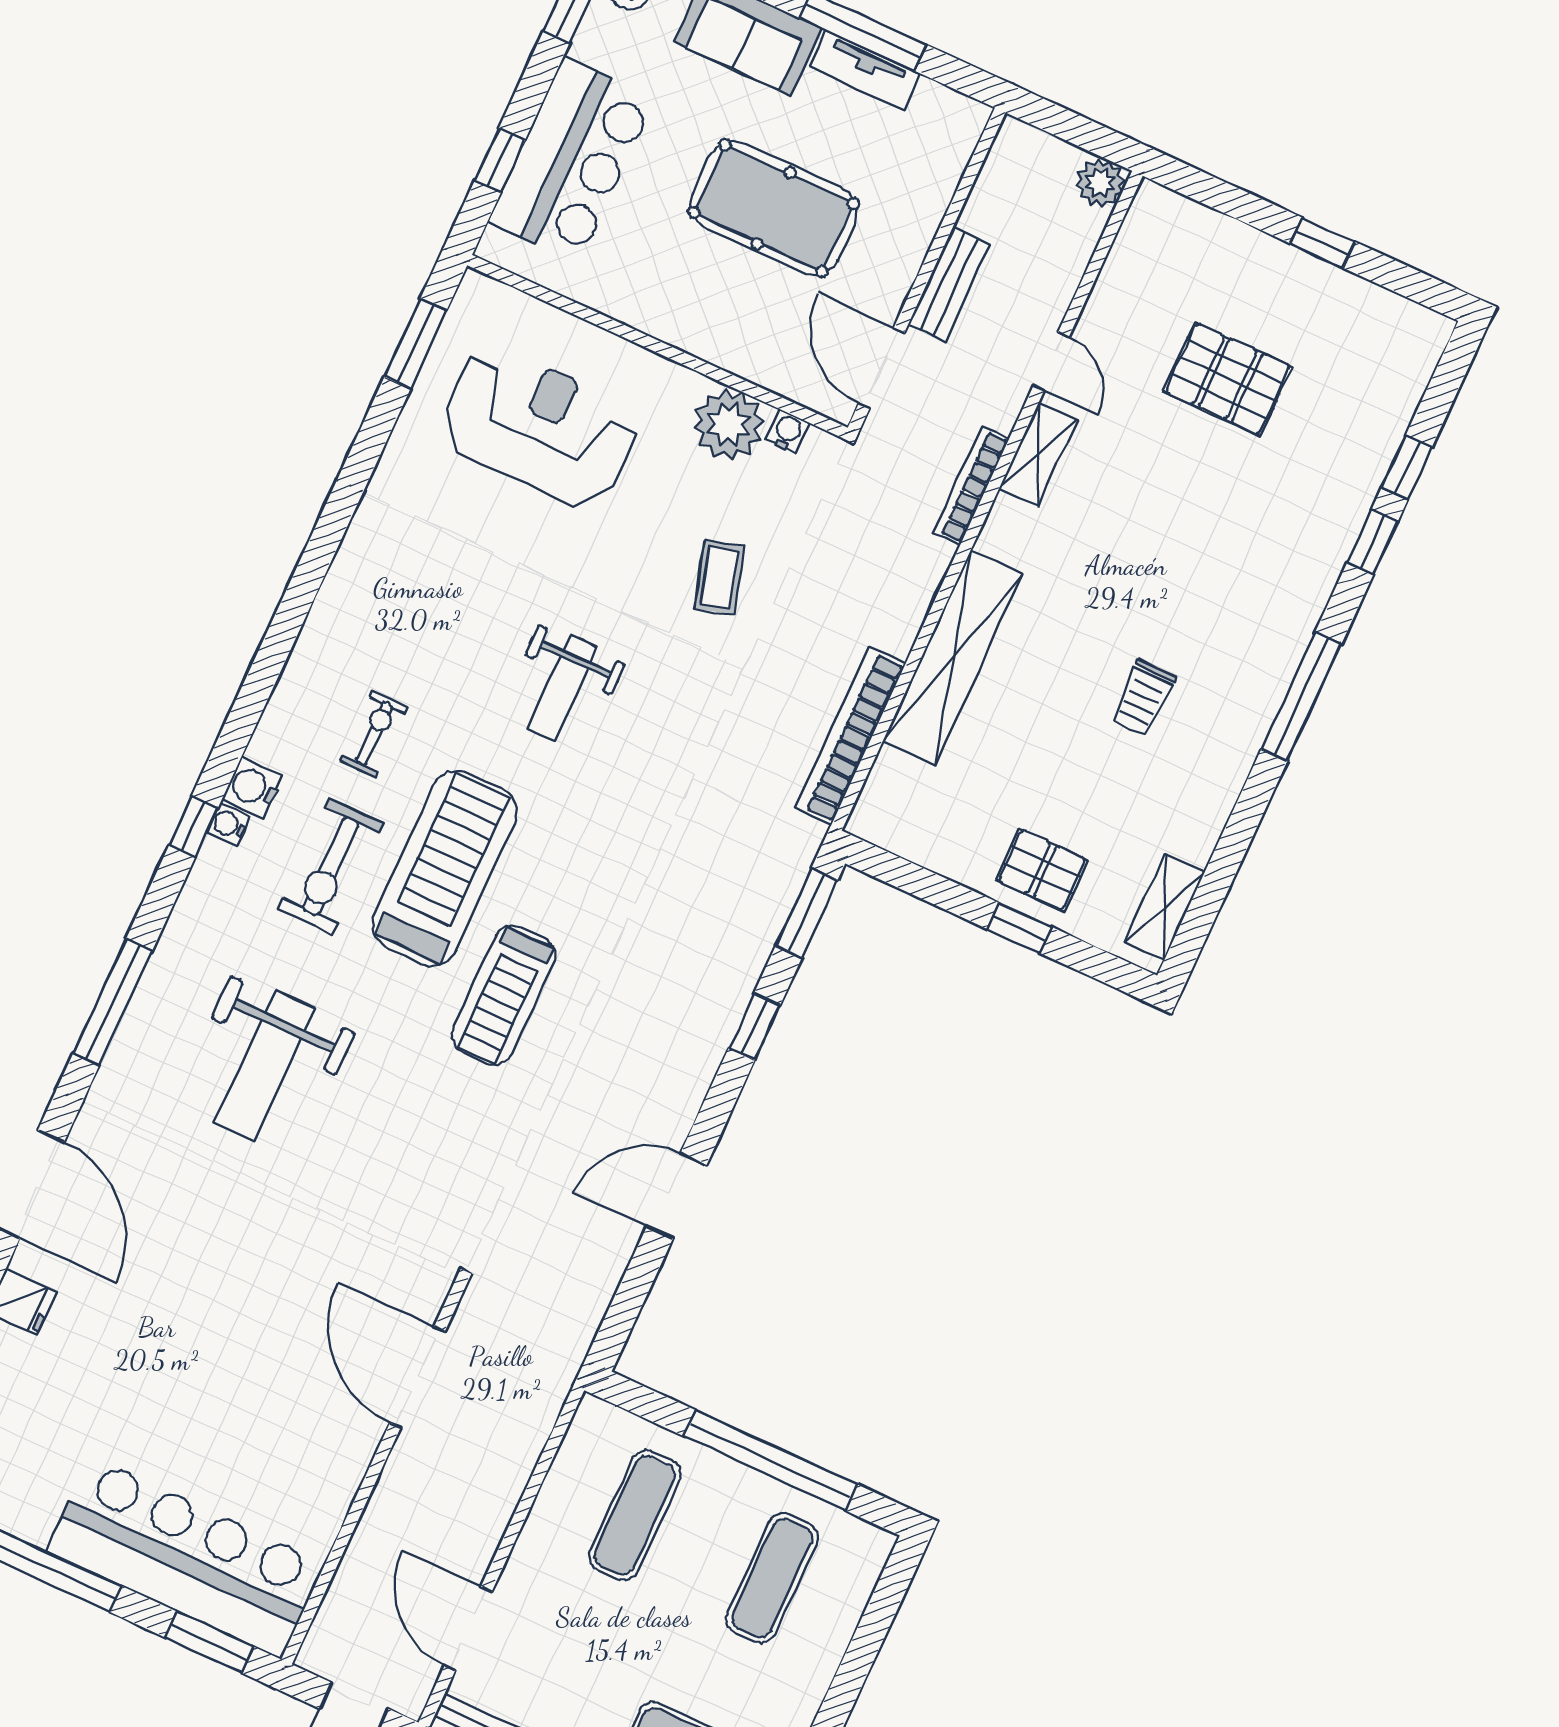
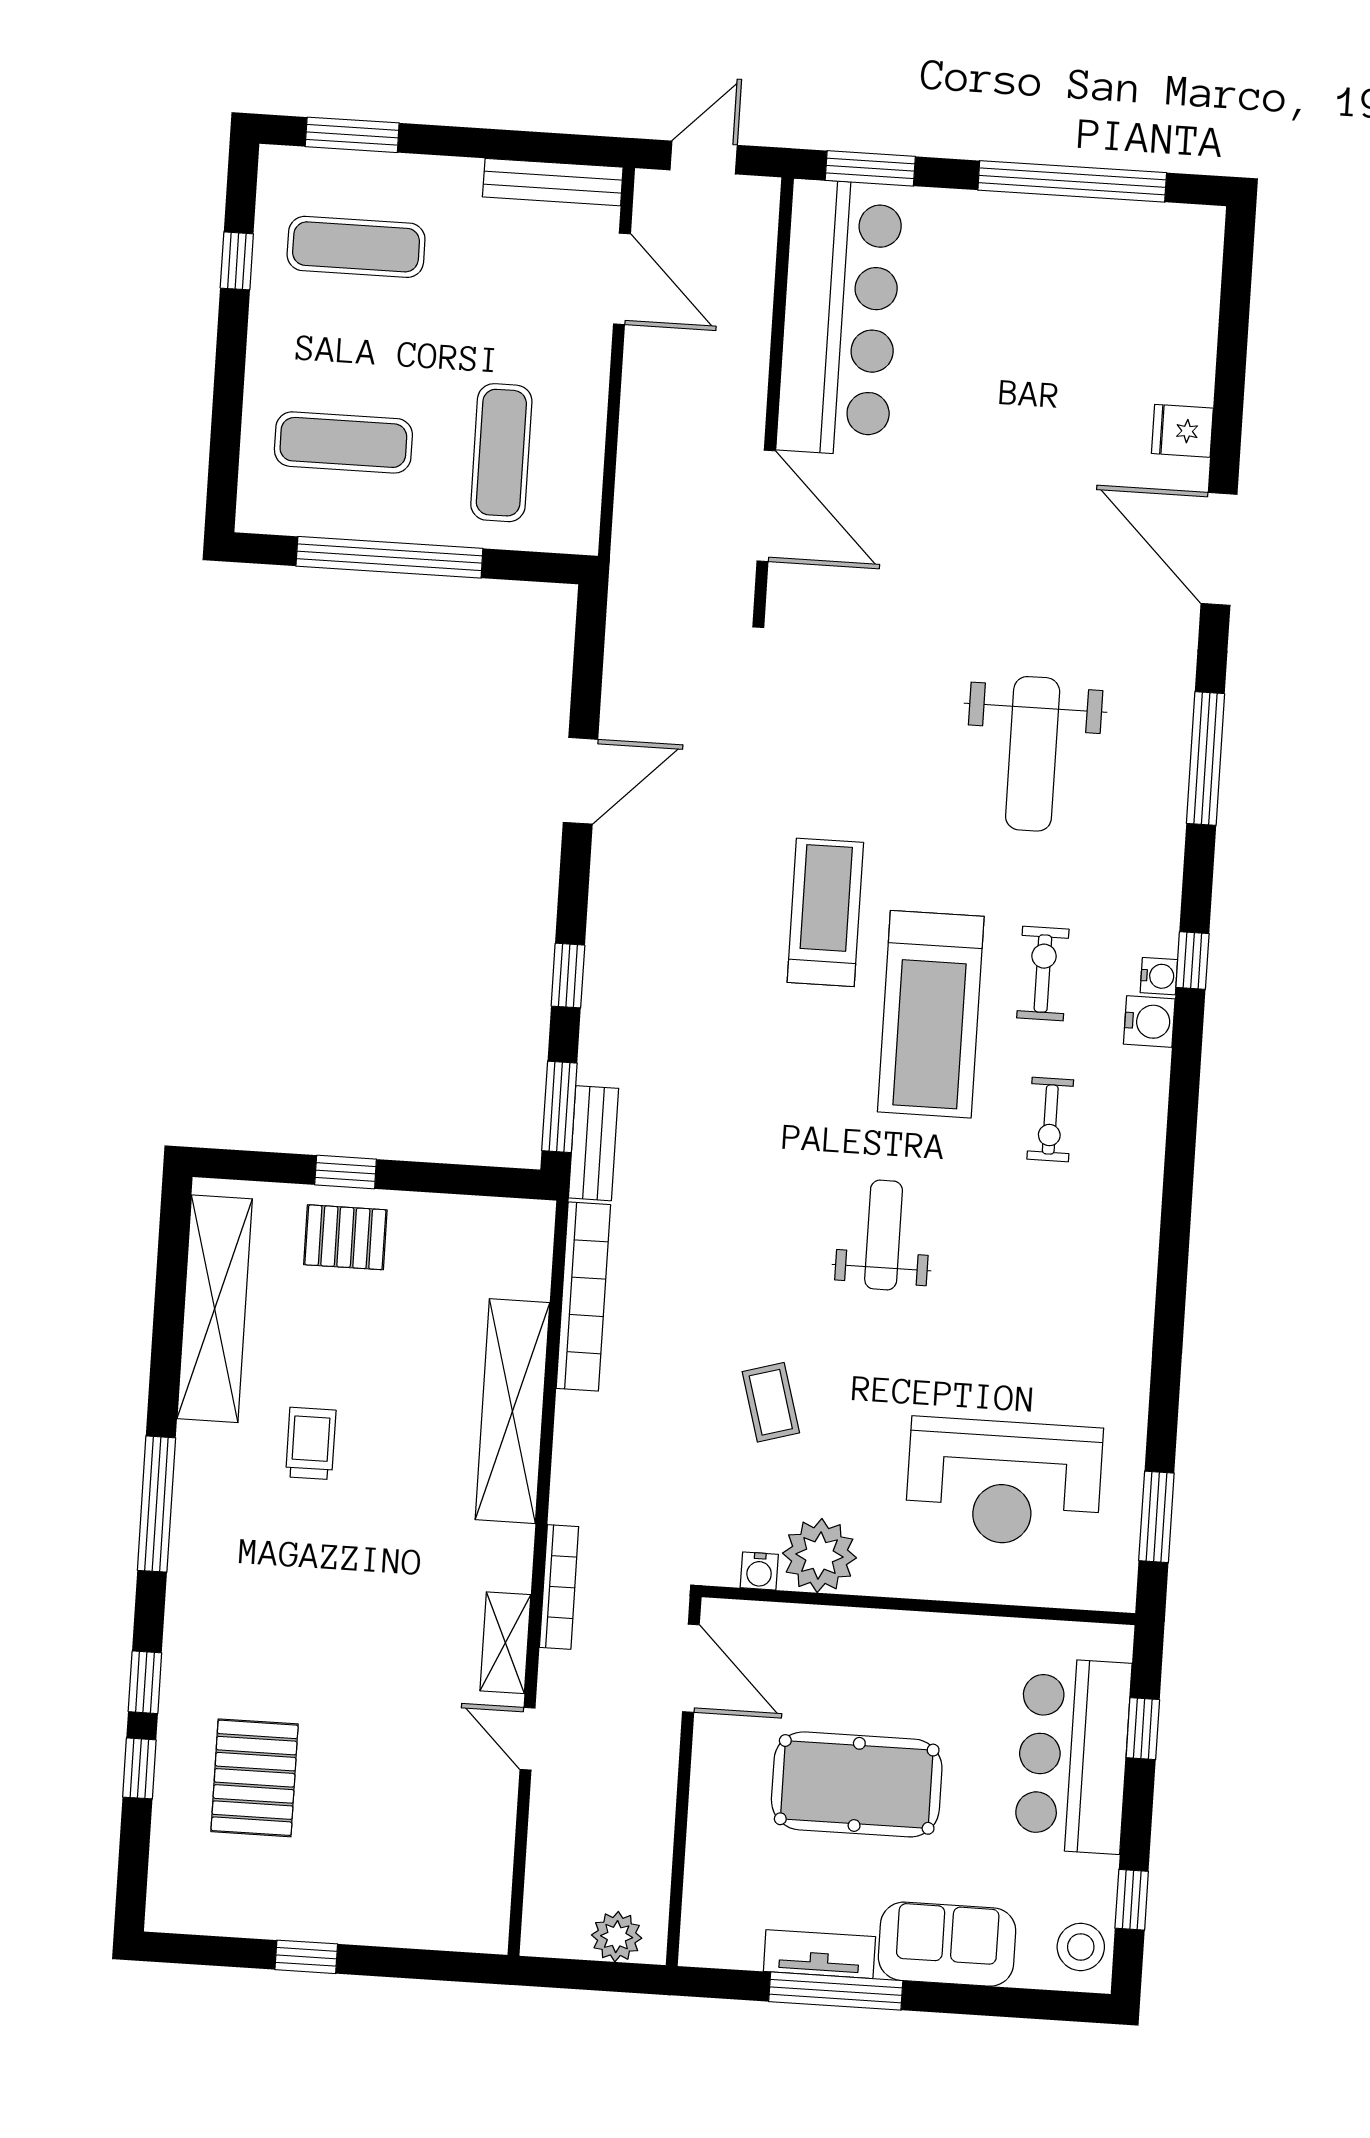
plant: (1100, 183) -> (617, 1937), moved
bench: (949, 284) -> (594, 1143), moved
pallet: (1228, 379) -> (255, 1778), moved, turned 90
exercise bike: (331, 866) -> (1043, 974), width x0.73, depth x0.72
shelving: (1165, 907) -> (215, 1309), width x2.20, depth x1.33
weight bench: (265, 1065) -> (1033, 754), turned 180
bar counter: (186, 1557) -> (840, 318), moved, turned -90
exercise mat: (772, 1578) -> (343, 442), turned 90

